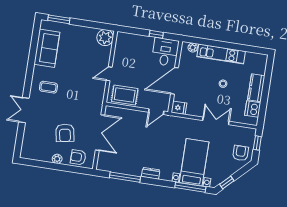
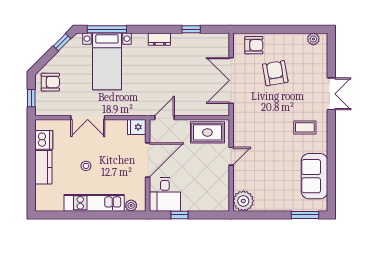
armchair: (241, 153) -> (50, 82), turned -90
plant: (57, 159) -> (313, 39), moved
window: (125, 177) -> (191, 29), width x0.46

